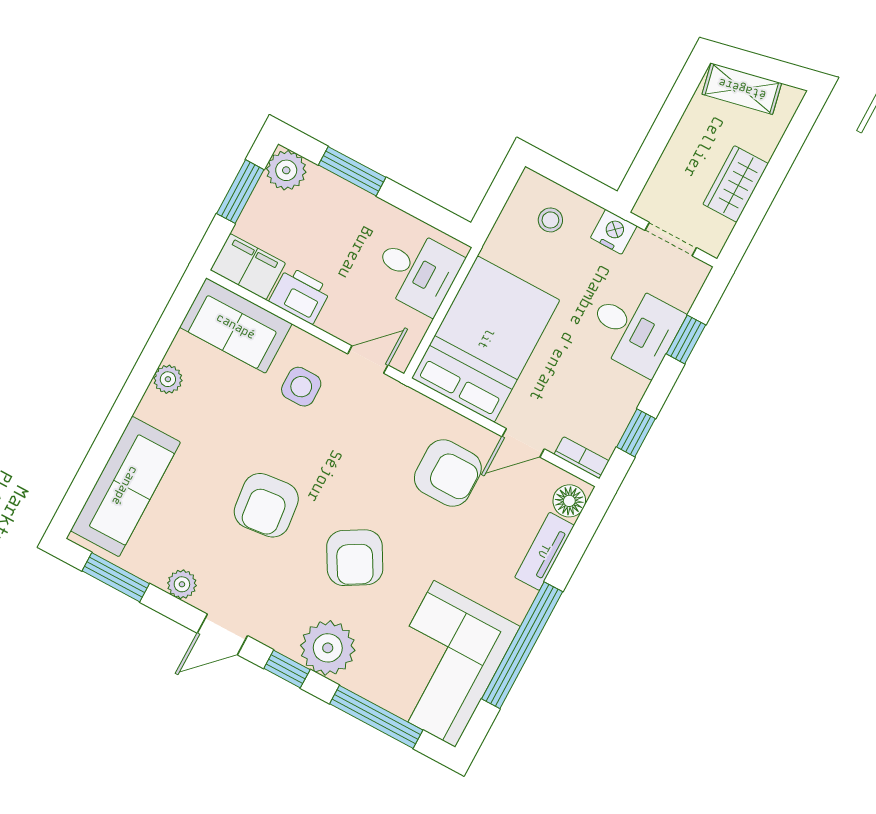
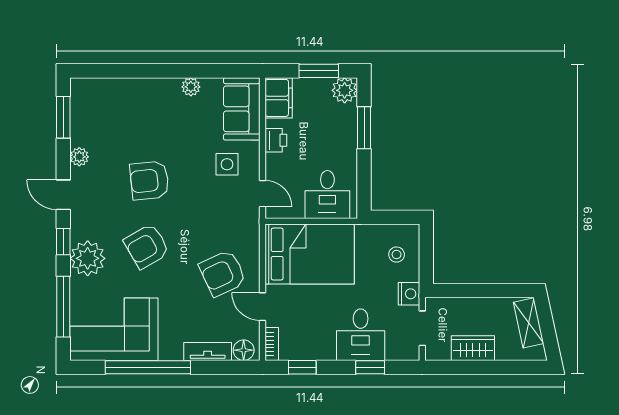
printer: (300, 295) -> (276, 140), width x0.73, depth x0.81
armchair: (448, 473) -> (223, 273), turned 65
sofa: (125, 486) -> (117, 95), removed

